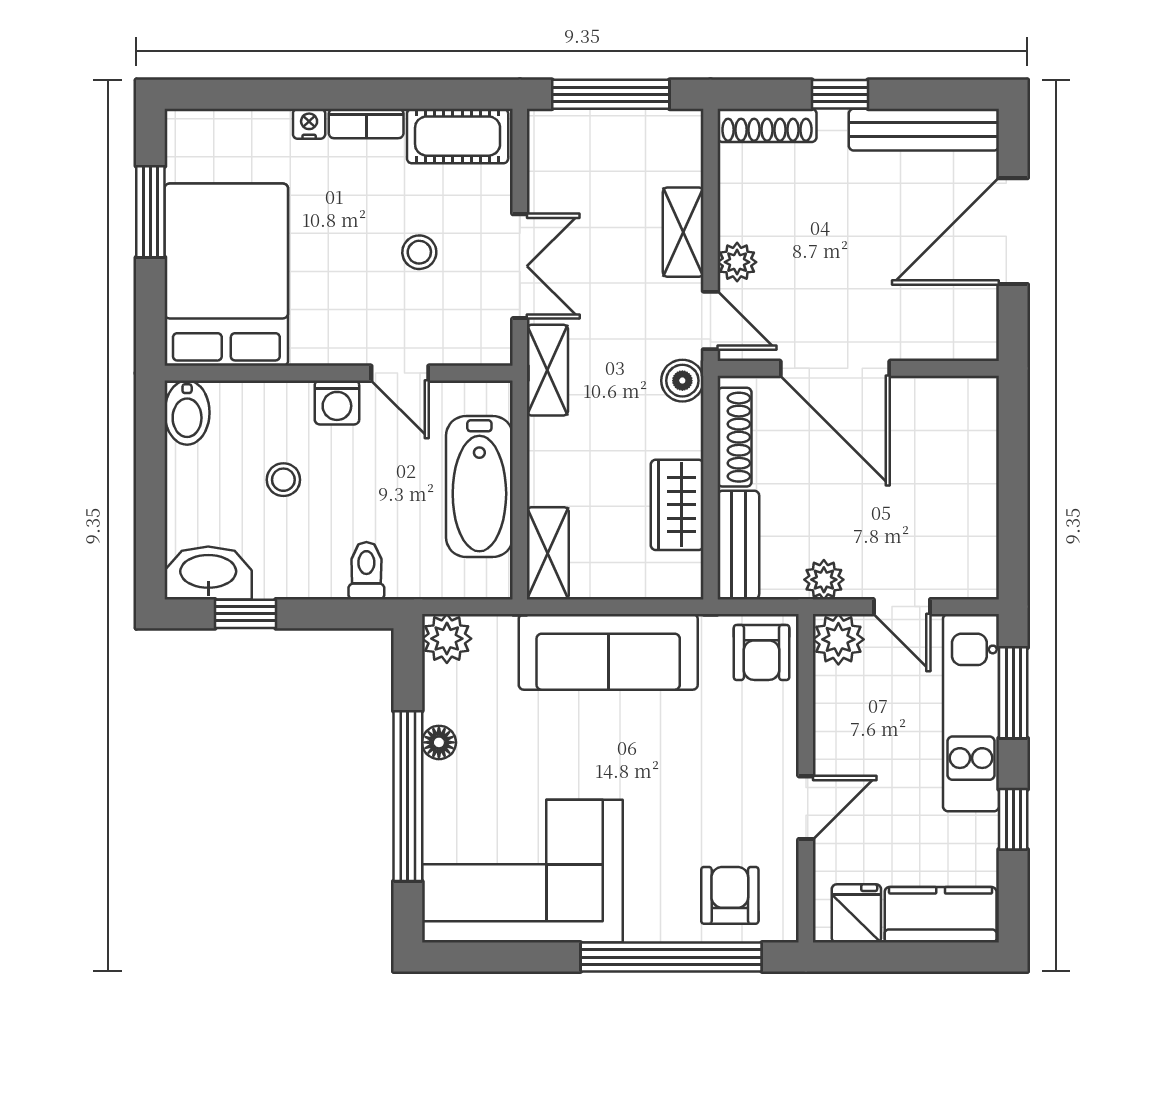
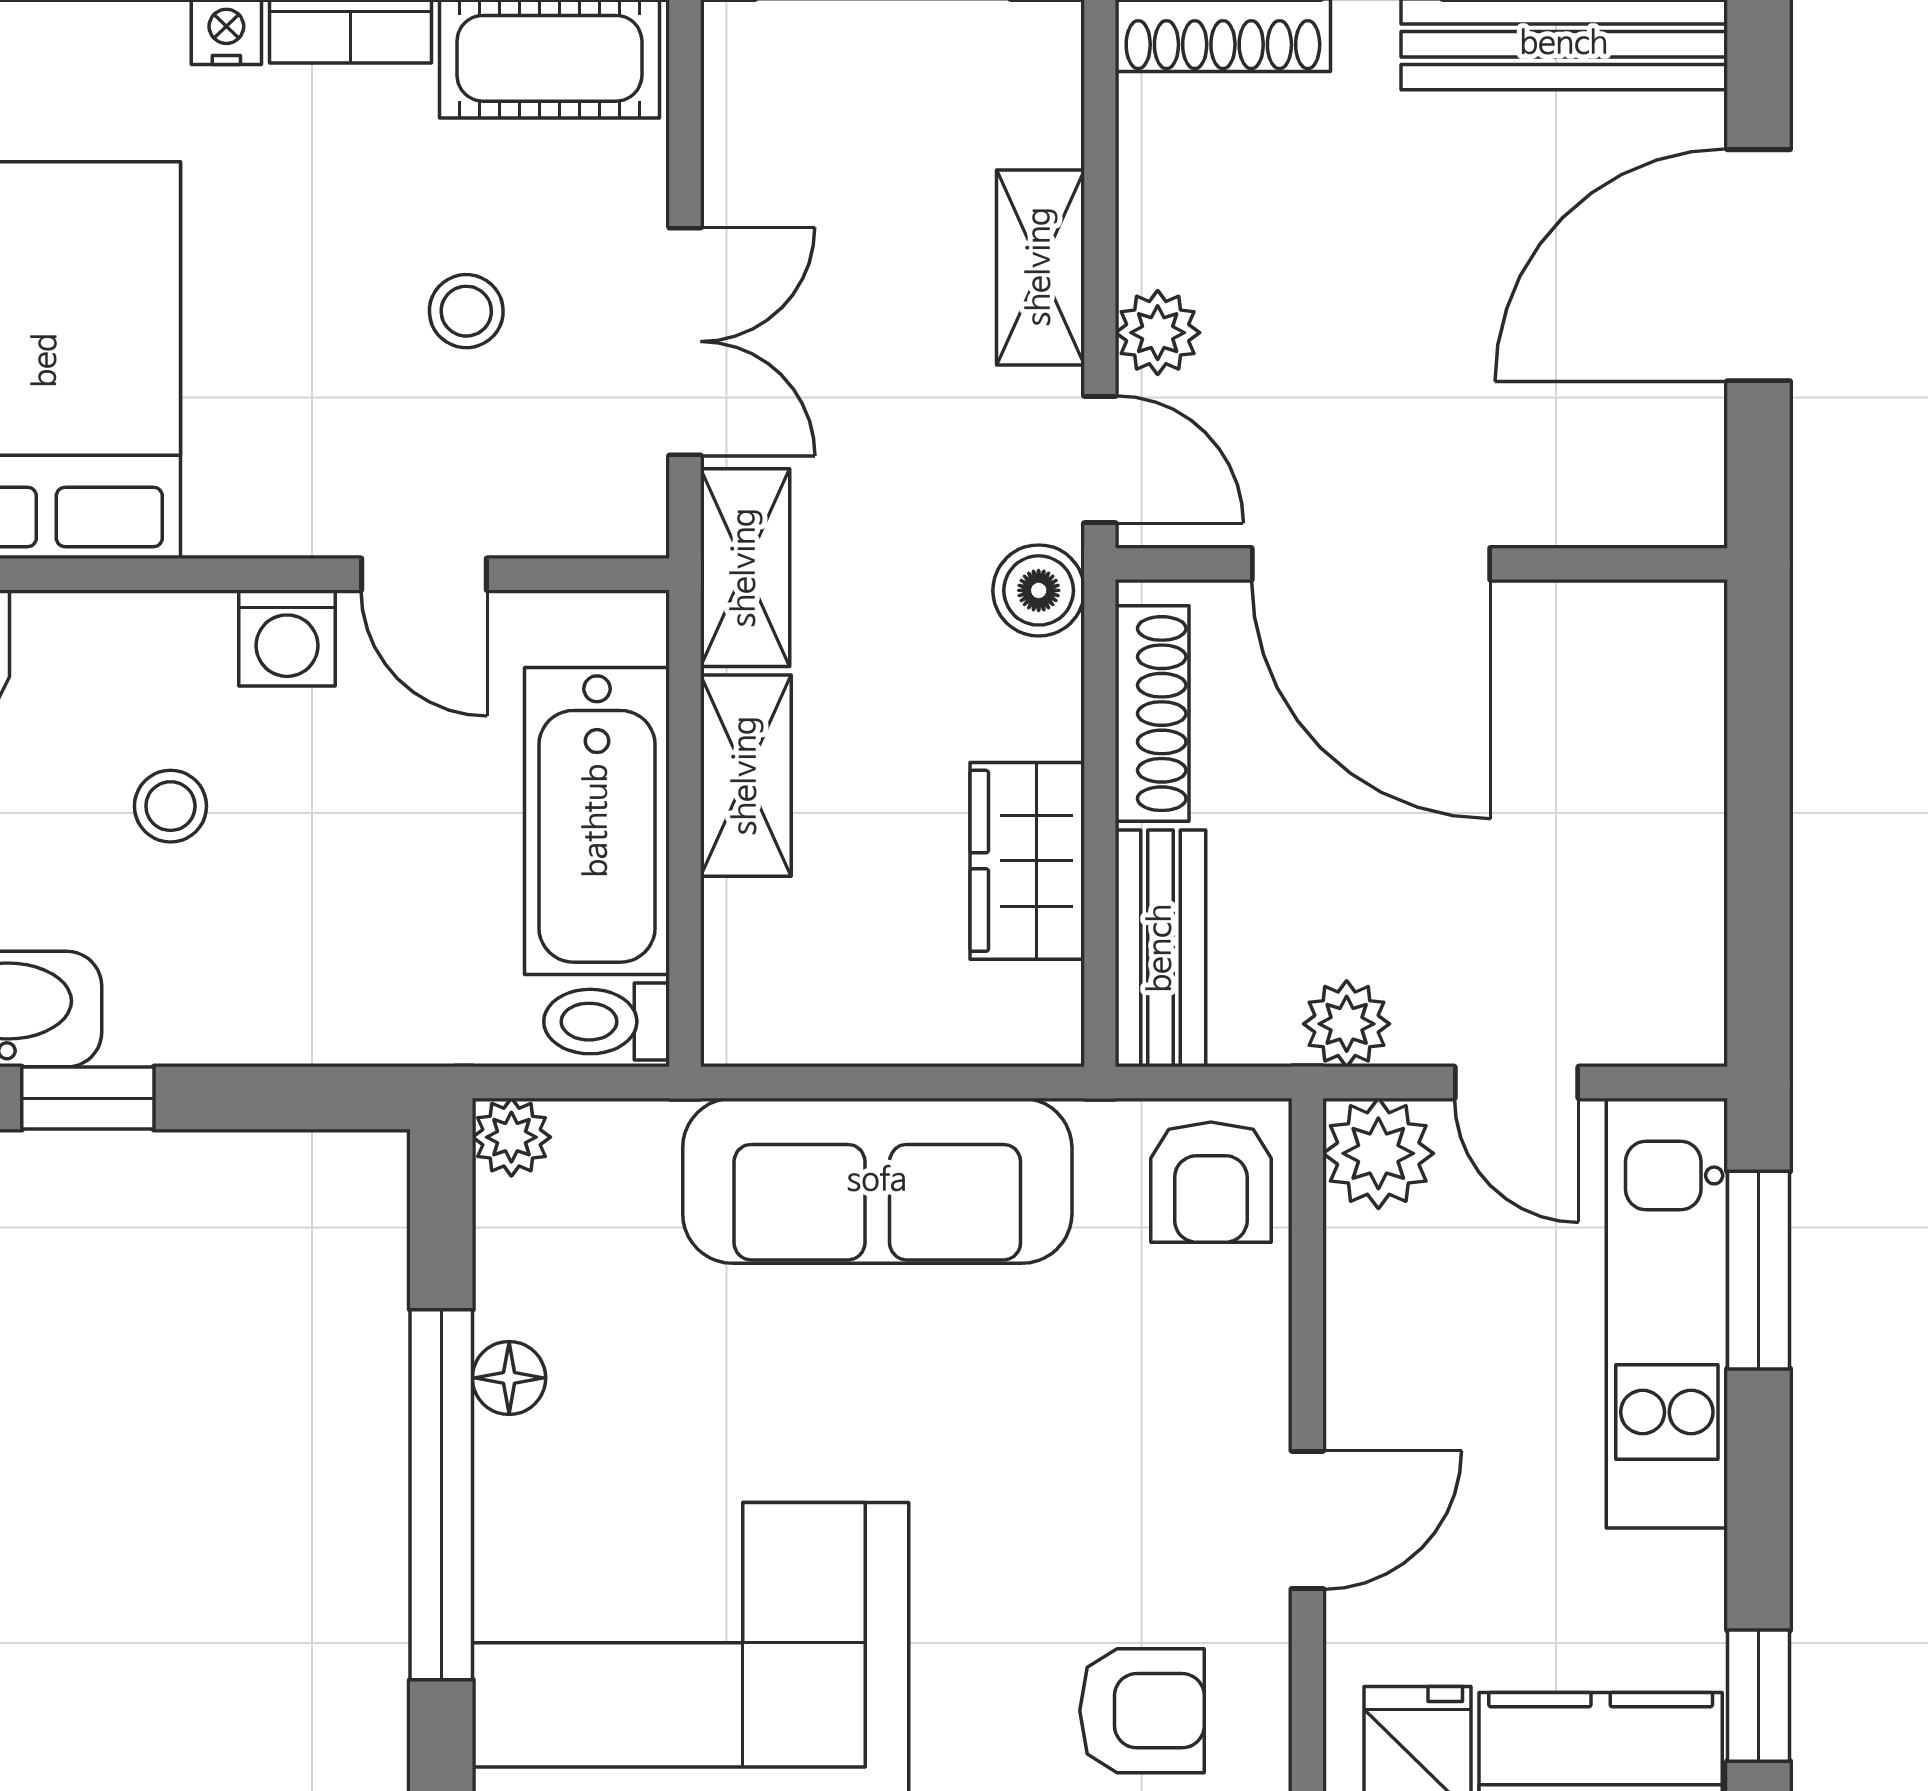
shelving: (548, 553) -> (746, 776), moved
toilet: (366, 571) -> (607, 1022), moved, turned -90
plant: (447, 639) -> (511, 1137), width x0.73, depth x0.73
window: (1013, 819) -> (1759, 1696), moved
armchair: (730, 895) -> (1142, 1711), turned 90

